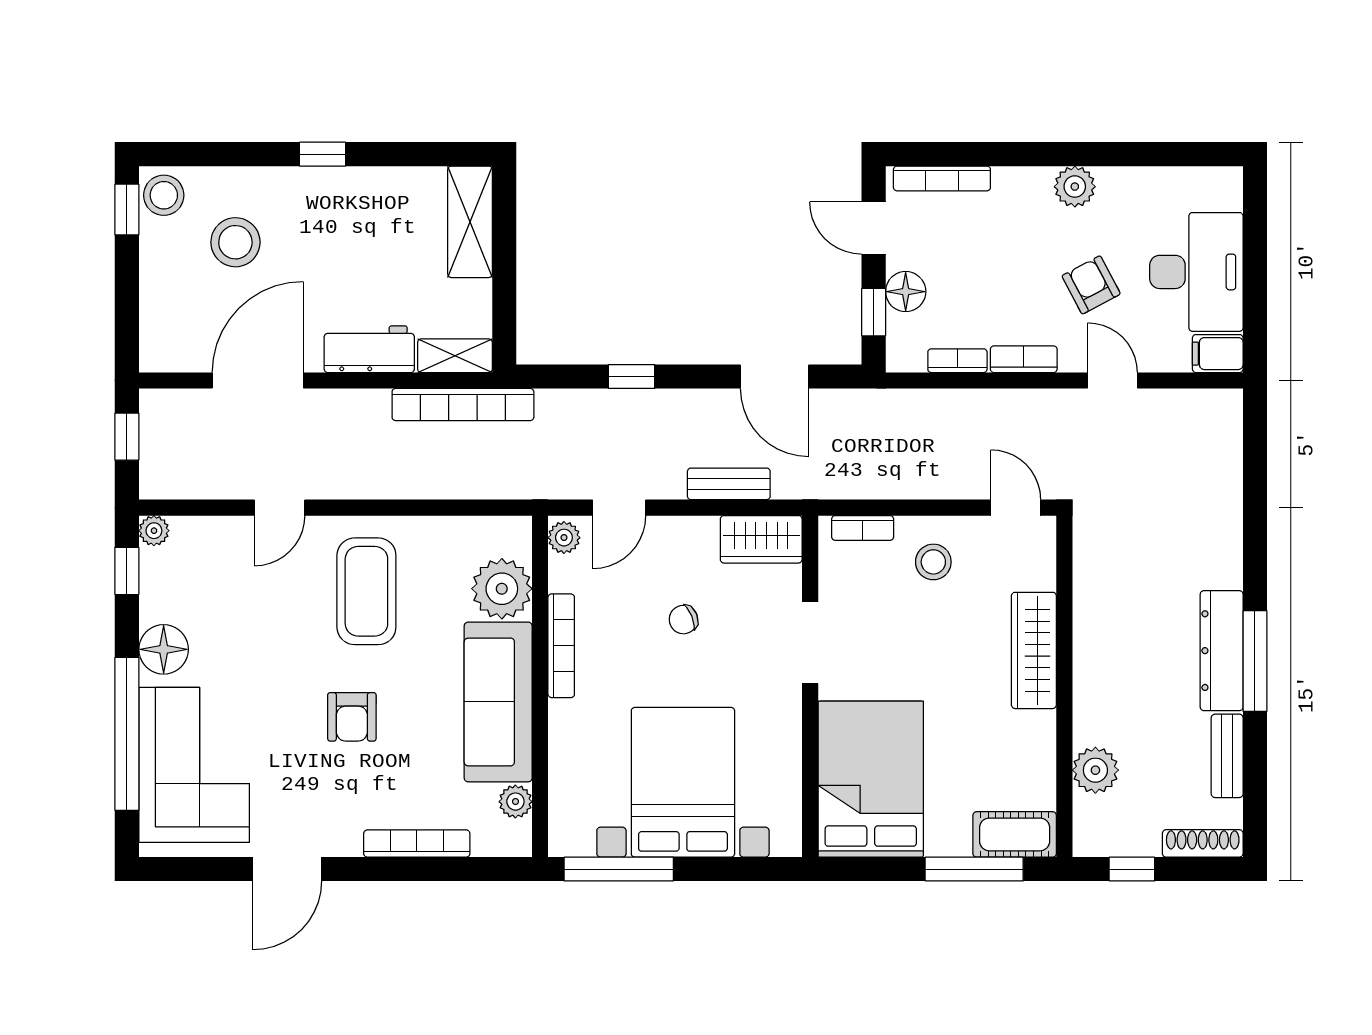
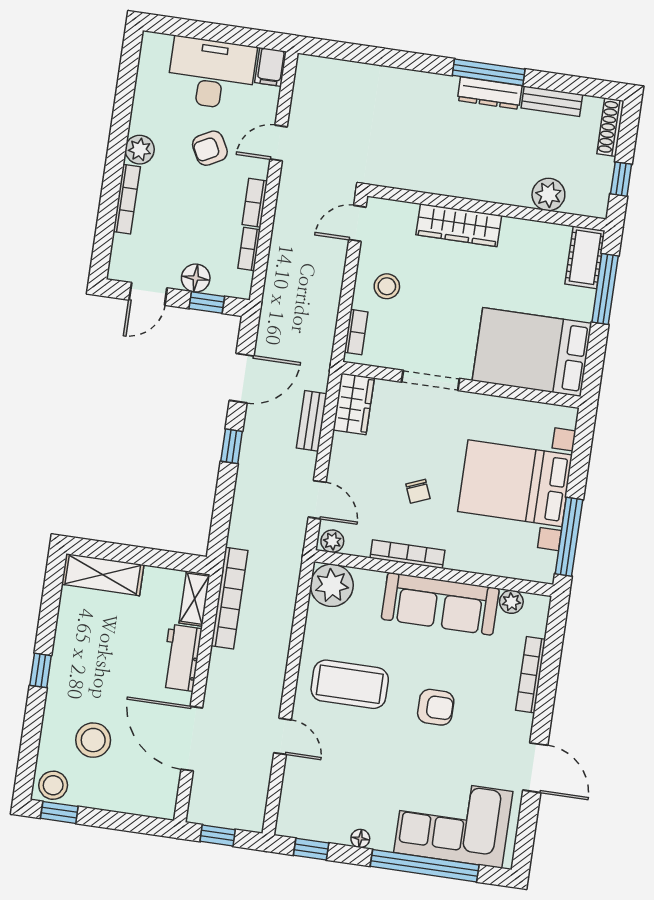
bookcase: (942, 178) -> (127, 199), moved
window: (631, 377) -> (232, 446), moved
plant: (154, 531) -> (286, 826), removed
plant: (502, 589) -> (332, 585), moved
chair: (683, 620) -> (418, 491), moved
floor lamp: (164, 649) -> (360, 838), width x0.53, depth x0.53
dresser: (1222, 651) -> (490, 93), width x0.73, depth x0.80

